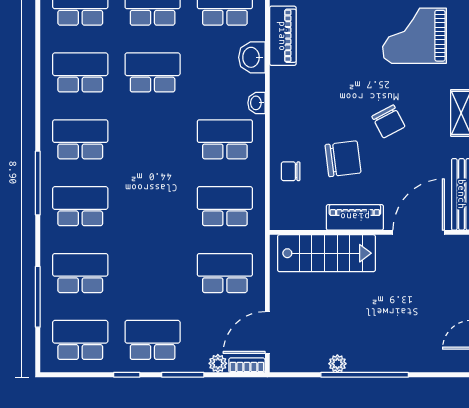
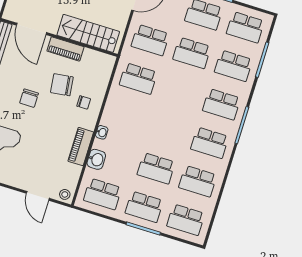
piano: (283, 36) -> (81, 147), moved
chair: (388, 121) -> (29, 98), turned -152
school desk: (225, 139) -> (192, 53), moved
chair: (291, 171) -> (84, 102), moved
door: (419, 232) -> (31, 29), hinge flipped

